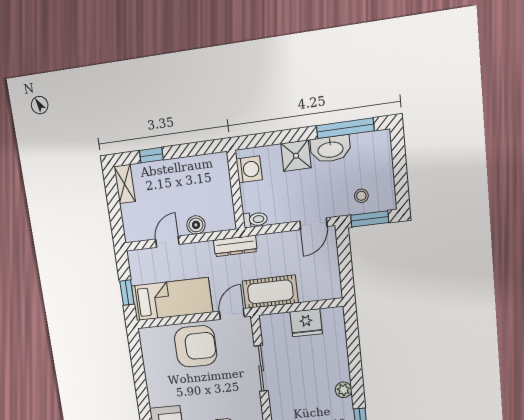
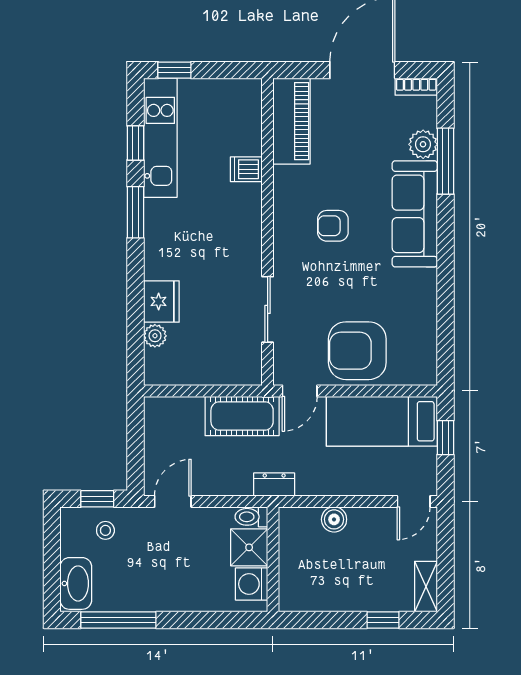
washbasin: (330, 149) -> (76, 583), moved, turned 90
shower: (296, 156) -> (249, 547), moved
window: (370, 219) -> (97, 499), width x0.67
door: (167, 242) -> (414, 501), moved
dresser: (235, 246) -> (274, 485), width x0.70
fridge: (306, 323) -> (161, 301), moved, turned 90
plant: (343, 390) -> (155, 336), moved

